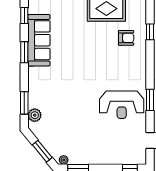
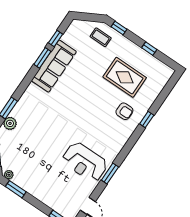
window: (24, 52) -> (42, 58), moved

